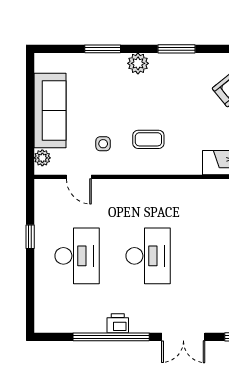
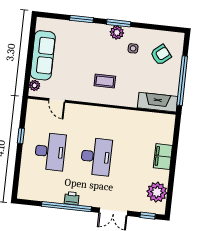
window: (176, 49) -> (119, 23), moved
plant: (138, 63) -> (117, 32), moved
side table: (103, 144) -> (133, 48), moved

